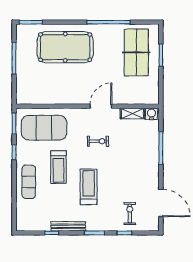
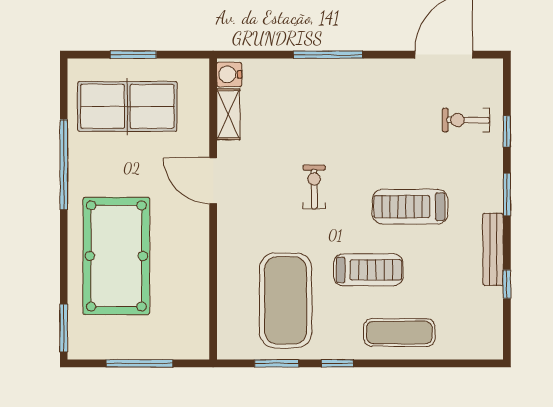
wall: (87, 106) -> (213, 209), moved
door: (101, 106) -> (213, 181), moved
shelving: (133, 113) -> (228, 114), moved
water cooler: (151, 114) -> (229, 74), moved

